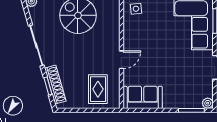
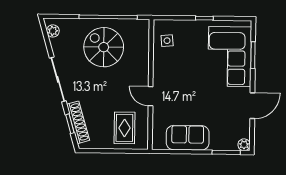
door: (121, 60) -> (151, 96), swing flipped
sofa: (143, 97) -> (188, 138), moved

